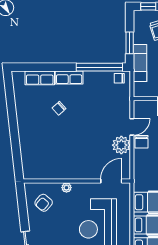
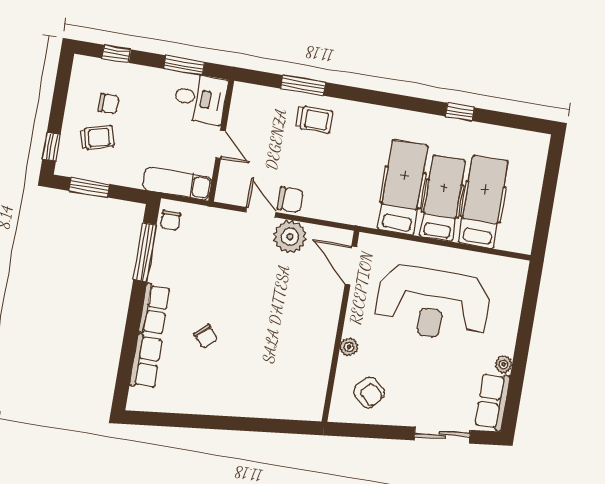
window: (130, 43) -> (89, 187), moved
exam couch: (140, 63) -> (177, 183), moved
window: (99, 67) -> (145, 252), width x0.68

